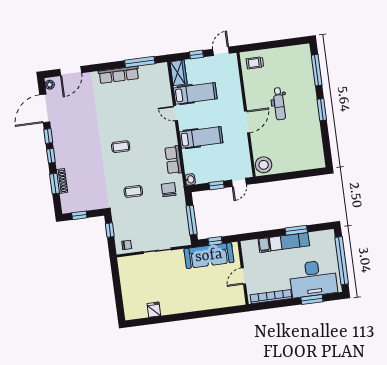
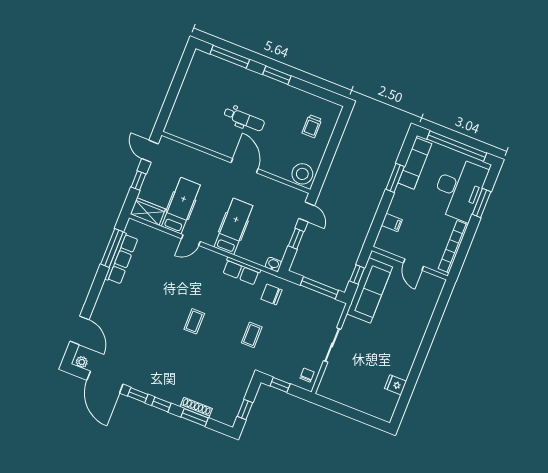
trolley: (255, 63) -> (312, 126), moved
row of seats: (119, 75) -> (121, 259), moved
exam couch: (289, 242) -> (415, 163), moved

